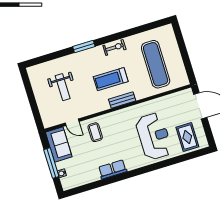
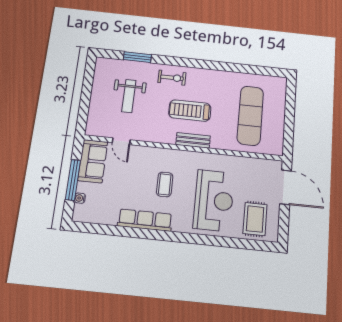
window: (84, 46) -> (137, 57), moved
exercise bike: (114, 47) -> (172, 78), moved
coffee table: (95, 132) -> (165, 184), moved
row of seats: (113, 169) -> (145, 220), width x1.48

